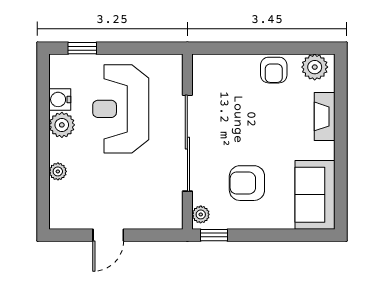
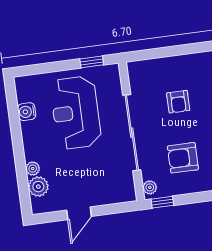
window: (82, 48) -> (92, 62), moved
armchair: (274, 70) -> (178, 102), moved
plant: (62, 125) -> (38, 187), moved

